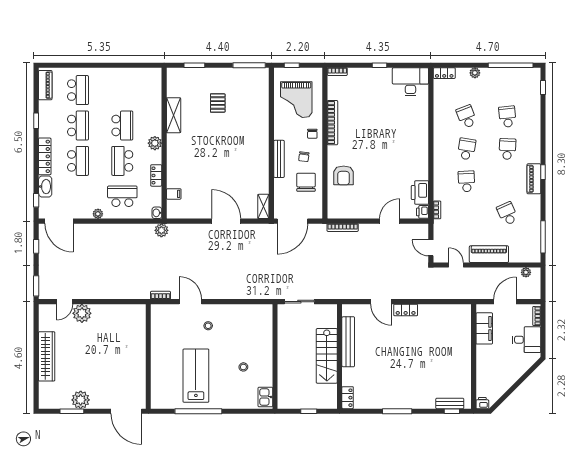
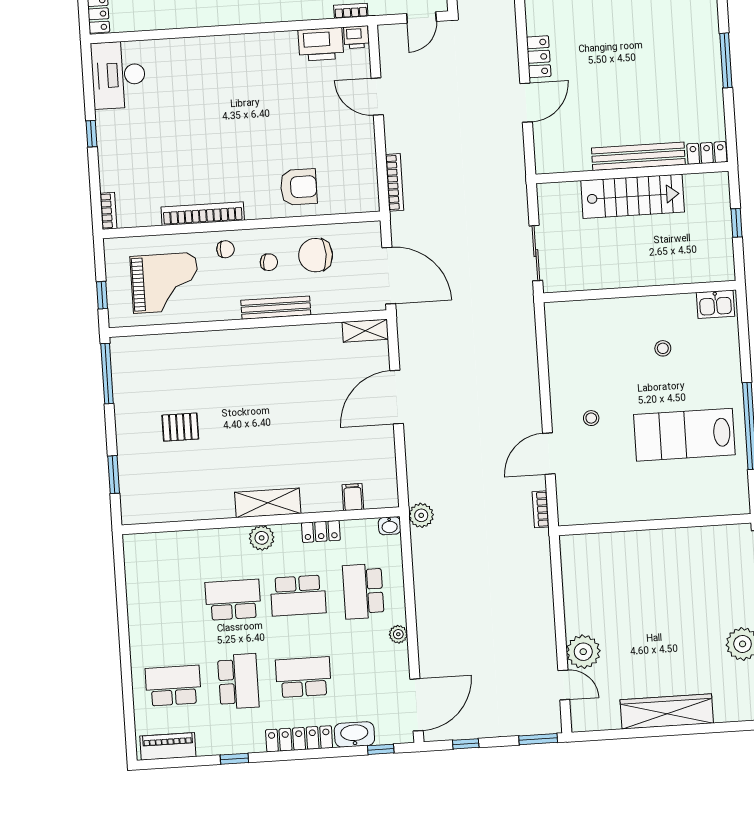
shelving: (174, 115) -> (268, 503), moved
school desk: (78, 125) -> (238, 681), turned 90
bench: (348, 342) -> (638, 156), moved

